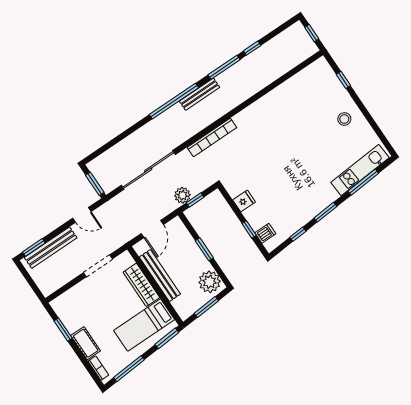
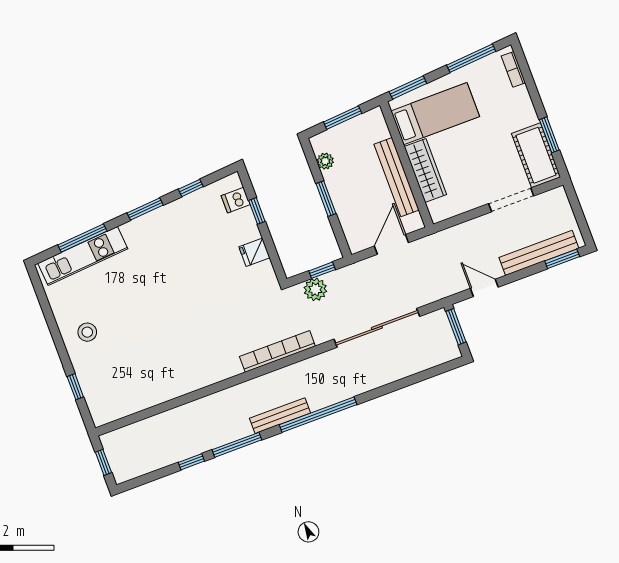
plant: (182, 195) -> (315, 289), moved
doorway: (98, 266) -> (511, 200), moved
plant: (210, 282) -> (325, 161), width x0.53, depth x0.53
cot: (86, 343) -> (536, 155), moved, width x1.37, depth x1.34

